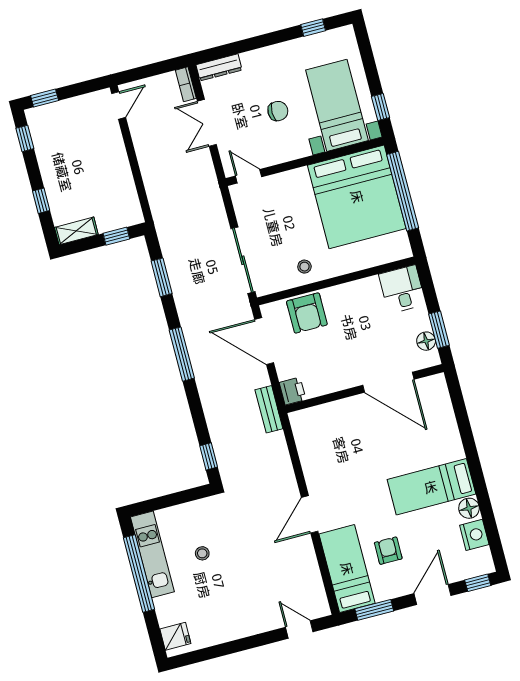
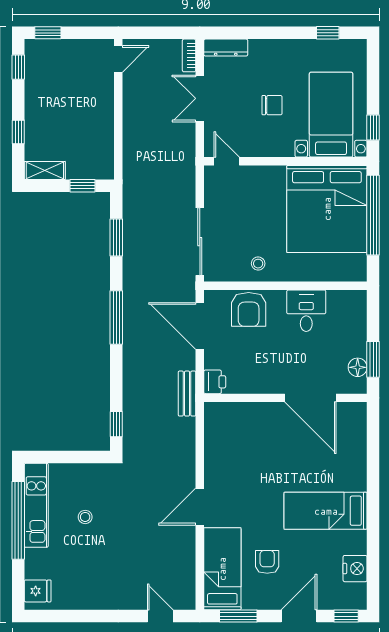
desk: (402, 289) -> (306, 311), moved
floor lamp: (469, 508) -> (357, 541), removed

